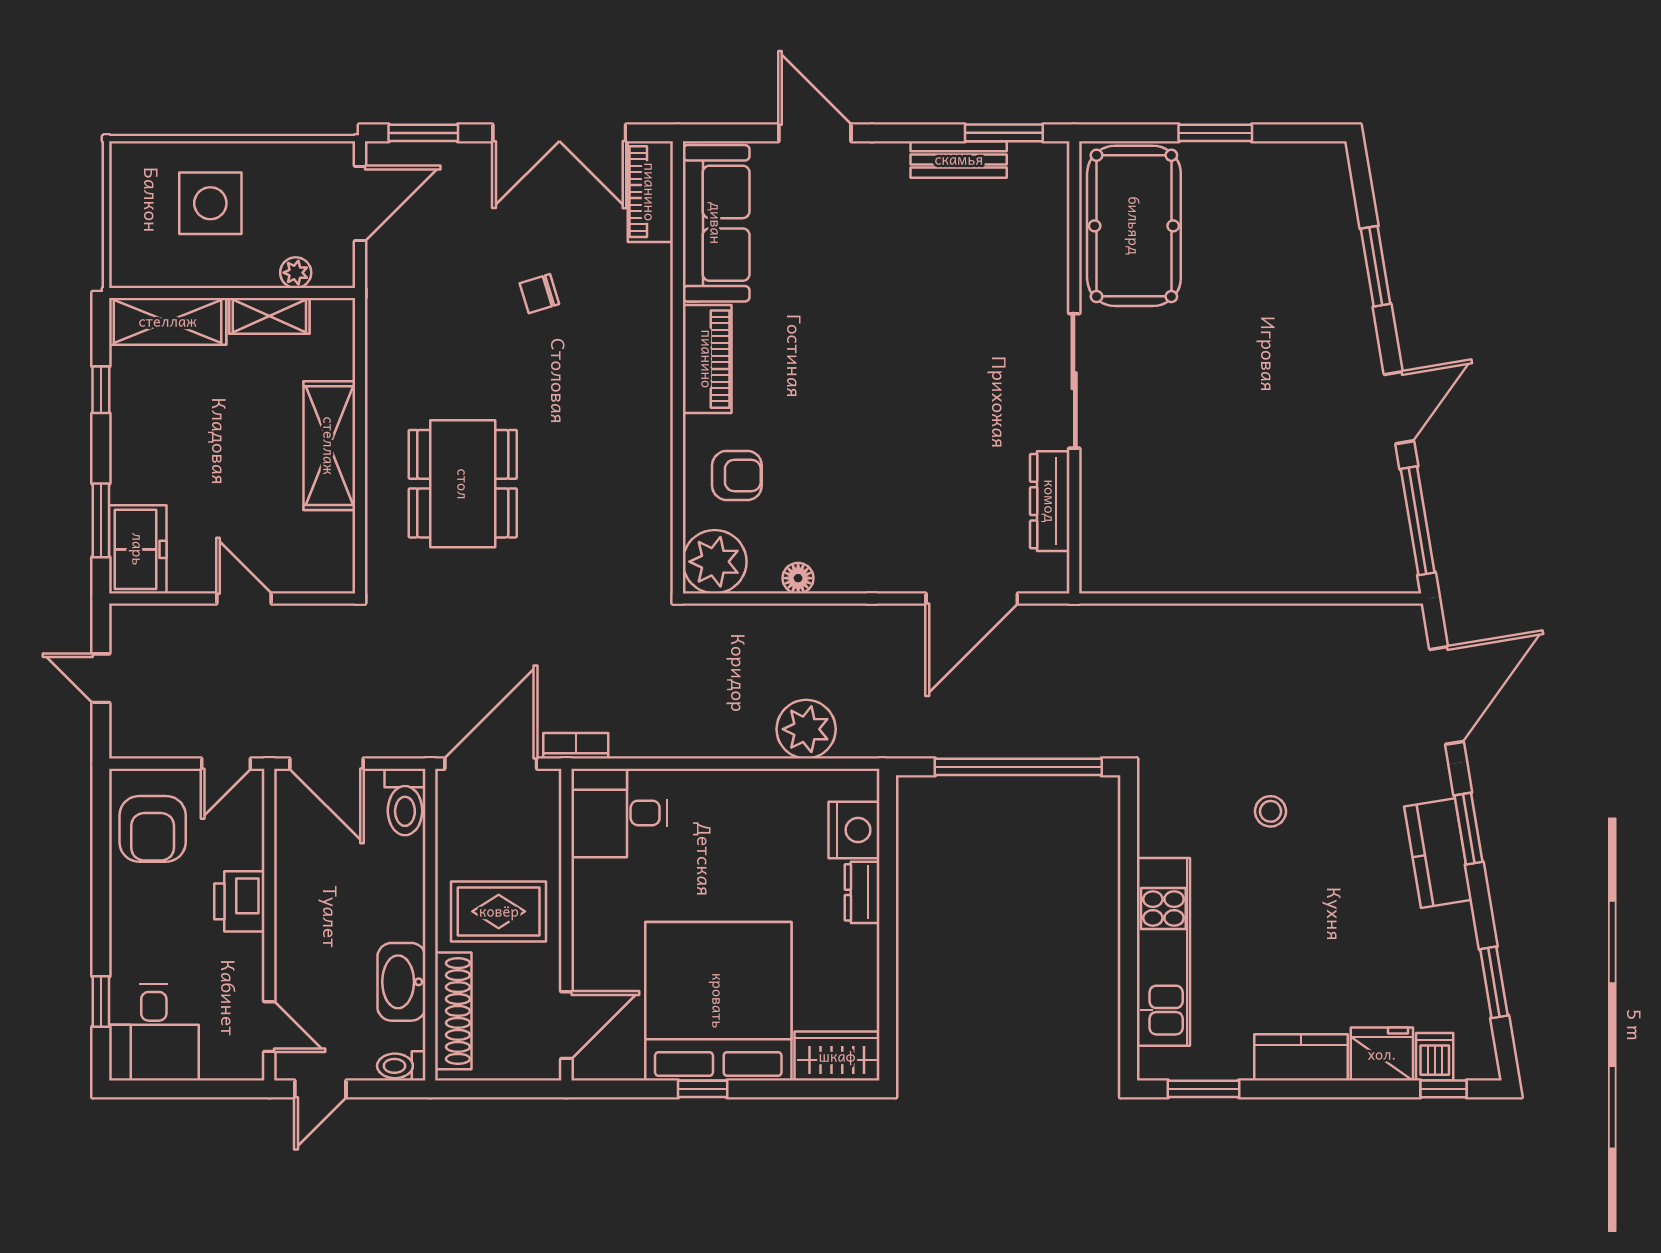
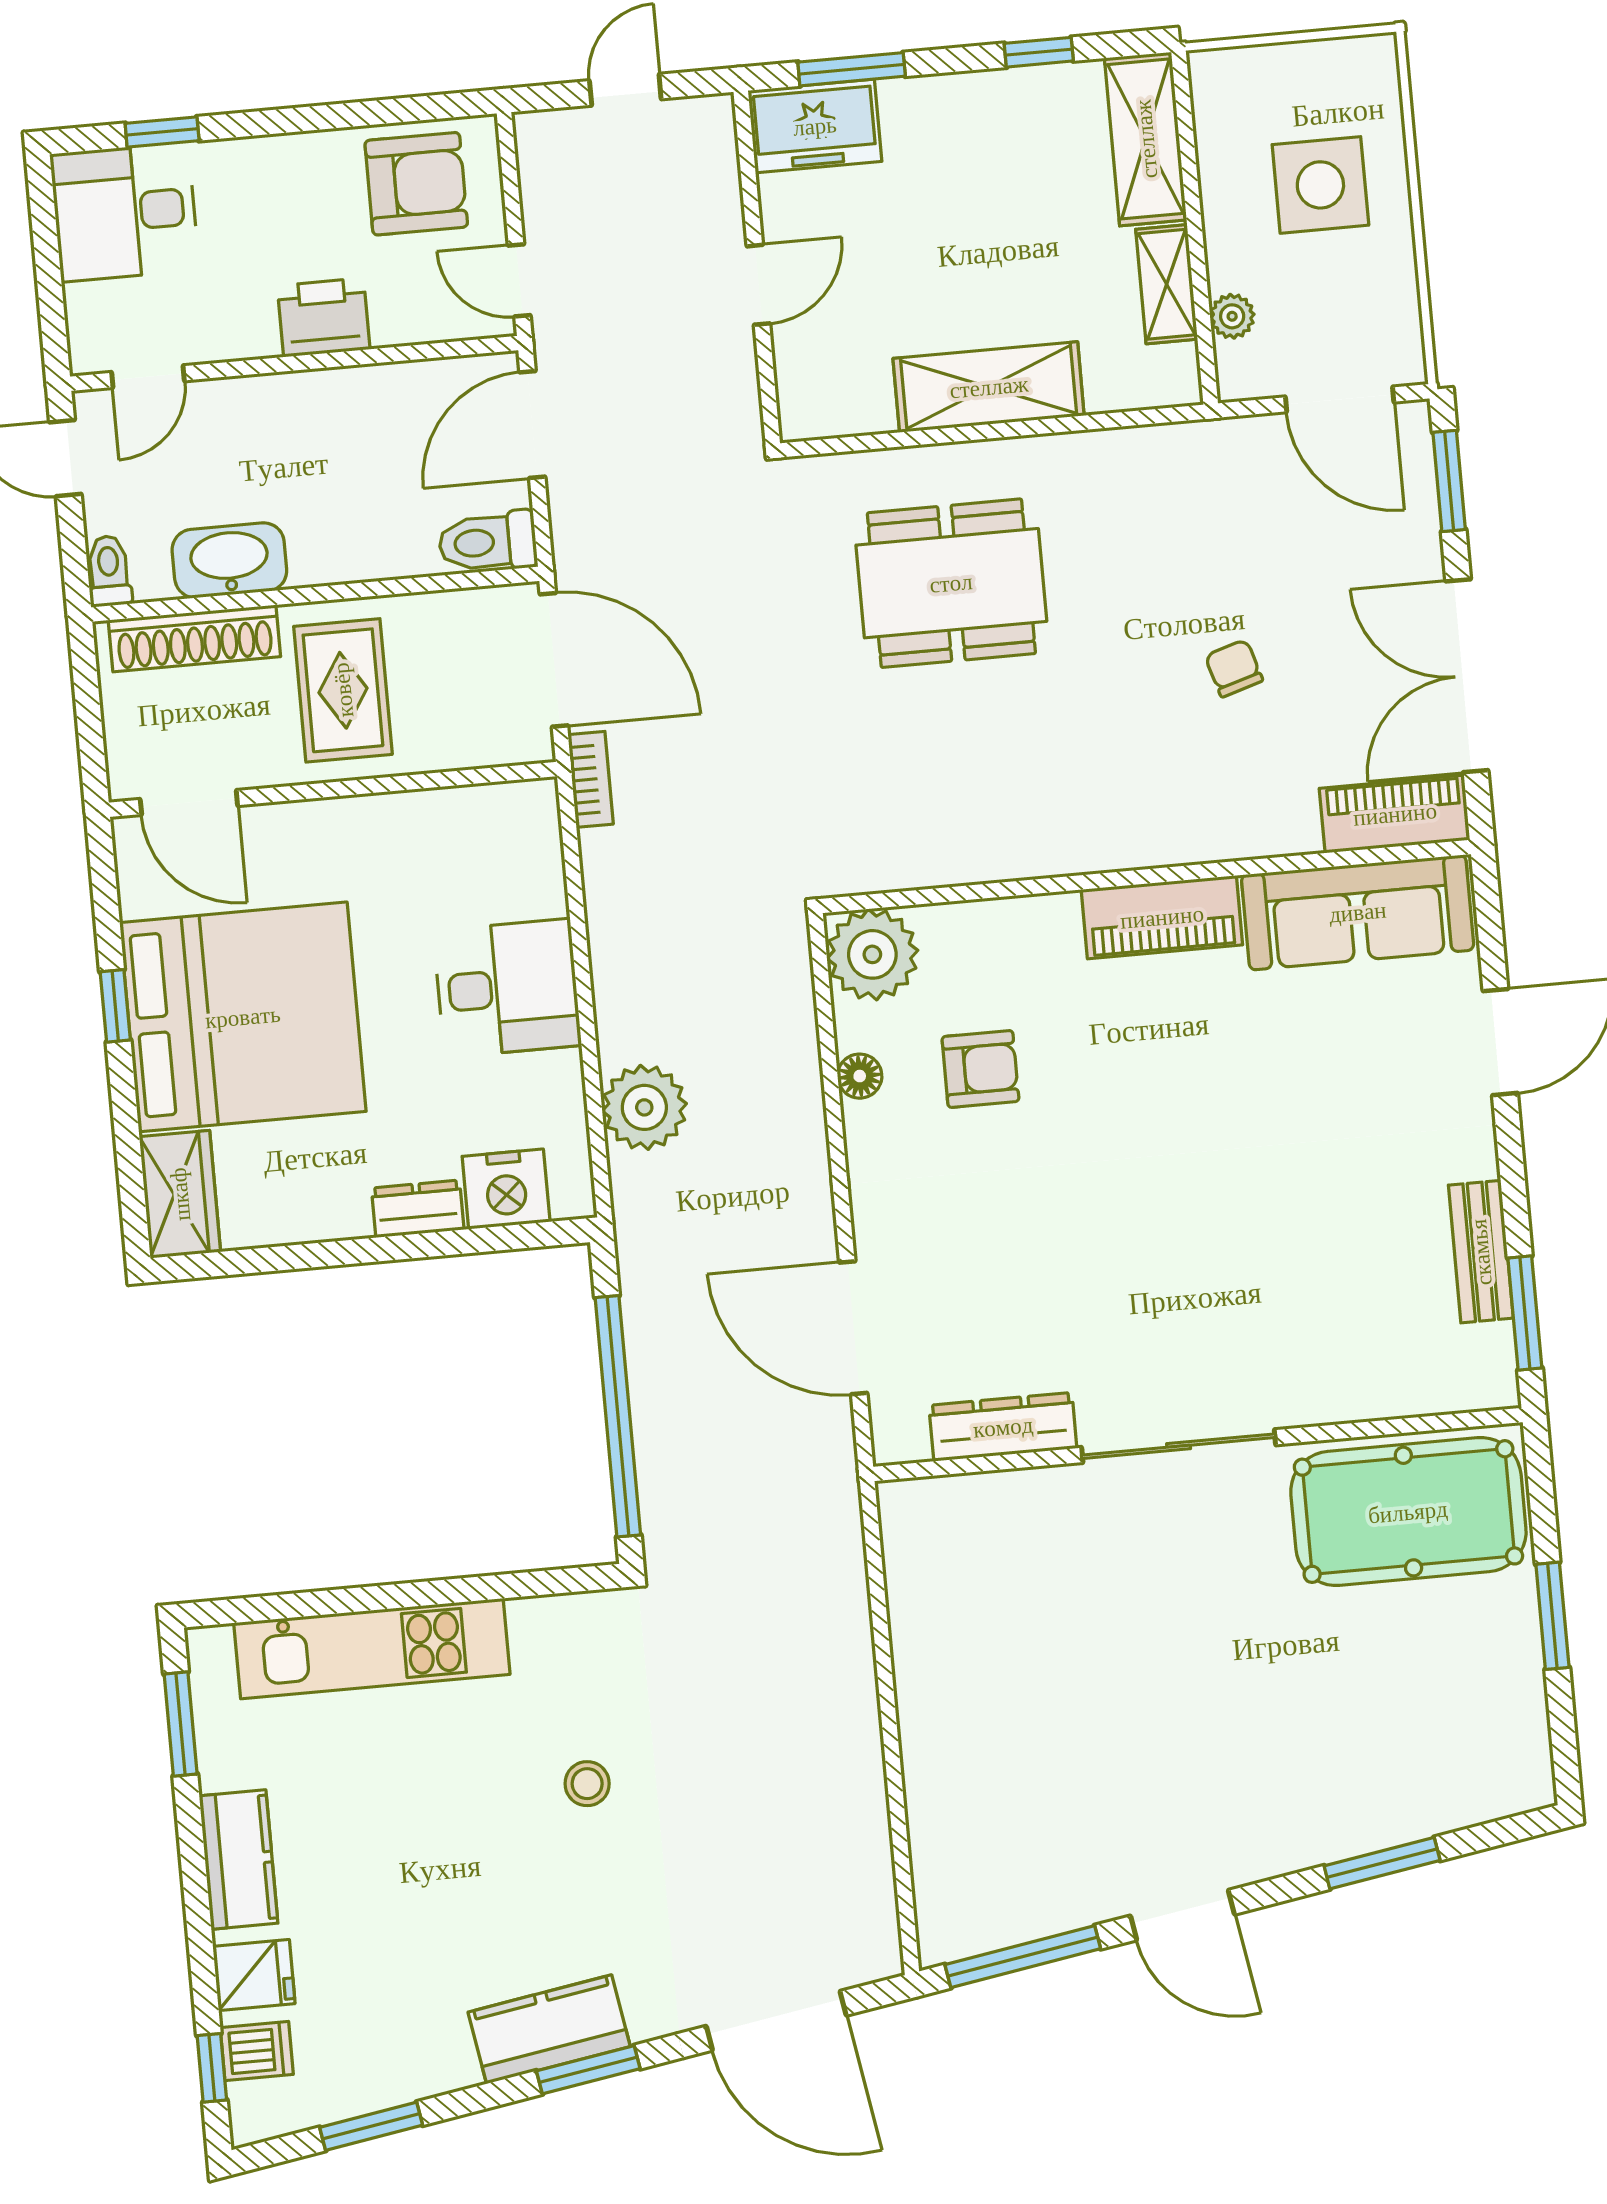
armchair: (737, 475) -> (980, 1069), moved, turned -90
desk: (619, 813) -> (507, 988), moved, turned 90
armchair: (153, 829) -> (416, 184), turned 180
fridge: (1382, 1054) -> (254, 1975), width x0.72

